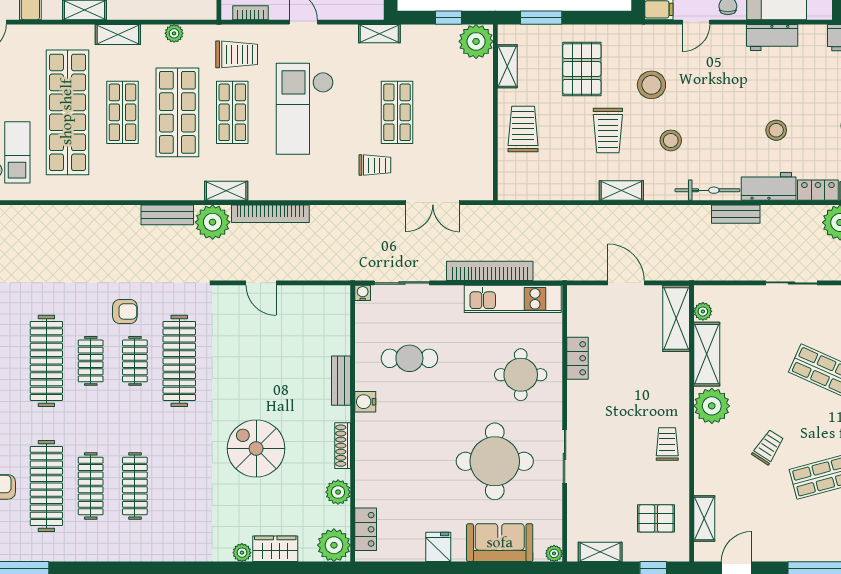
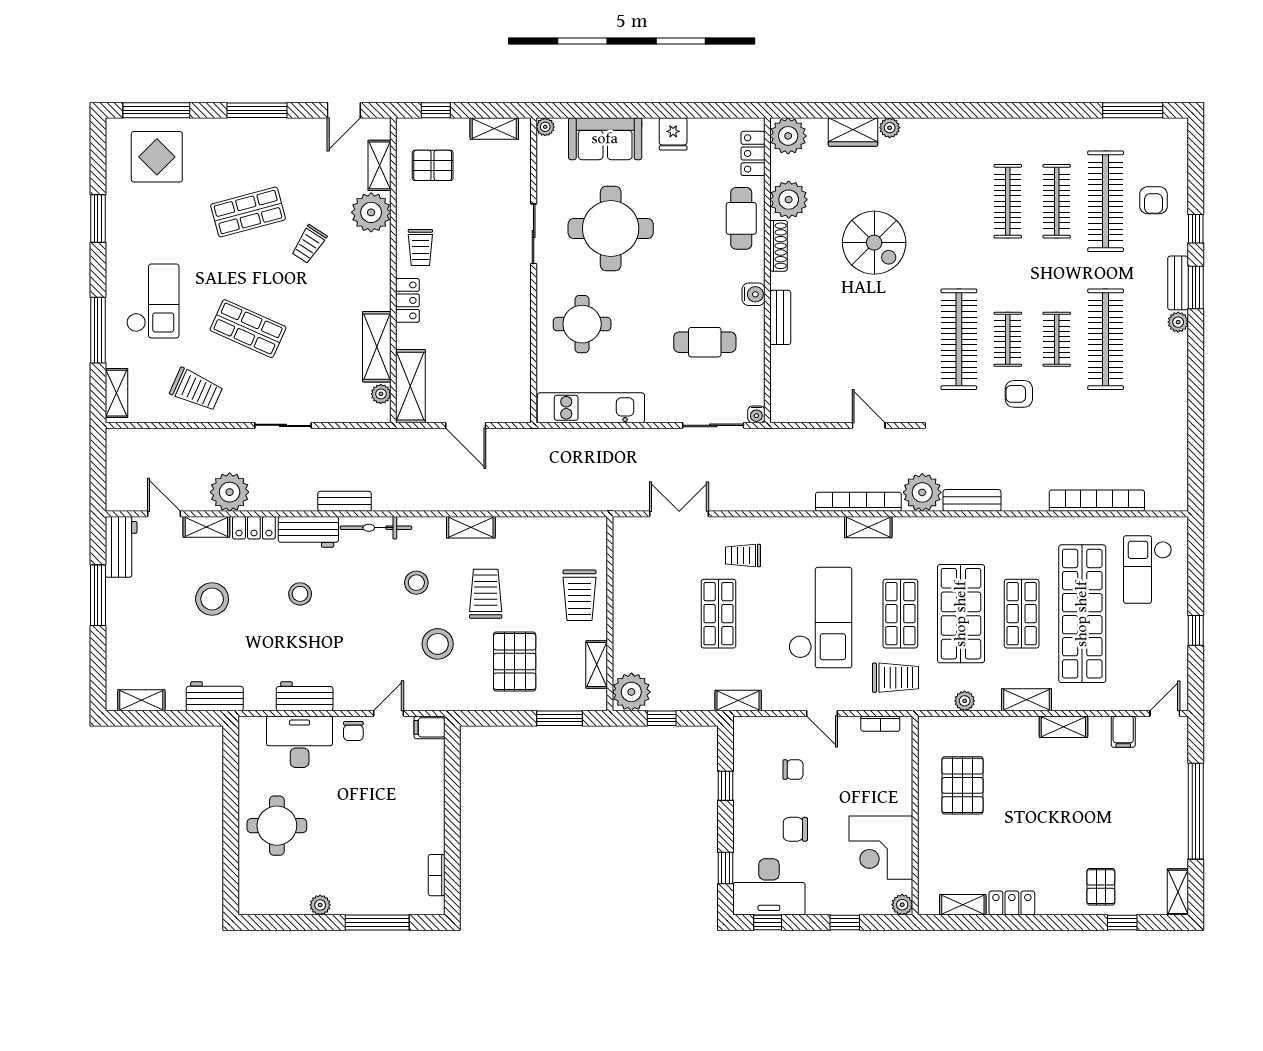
trolley: (237, 54) -> (895, 678), turned 180
shelving: (226, 191) -> (868, 527), moved
bookcase: (490, 271) -> (1097, 501), moved, turned 180
locker: (577, 358) -> (407, 300), moved, turned 180
plant: (712, 406) -> (371, 212), moved
cafe table: (376, 470) -> (741, 218), added
plant: (338, 492) -> (789, 200), width x1.36, depth x1.36

